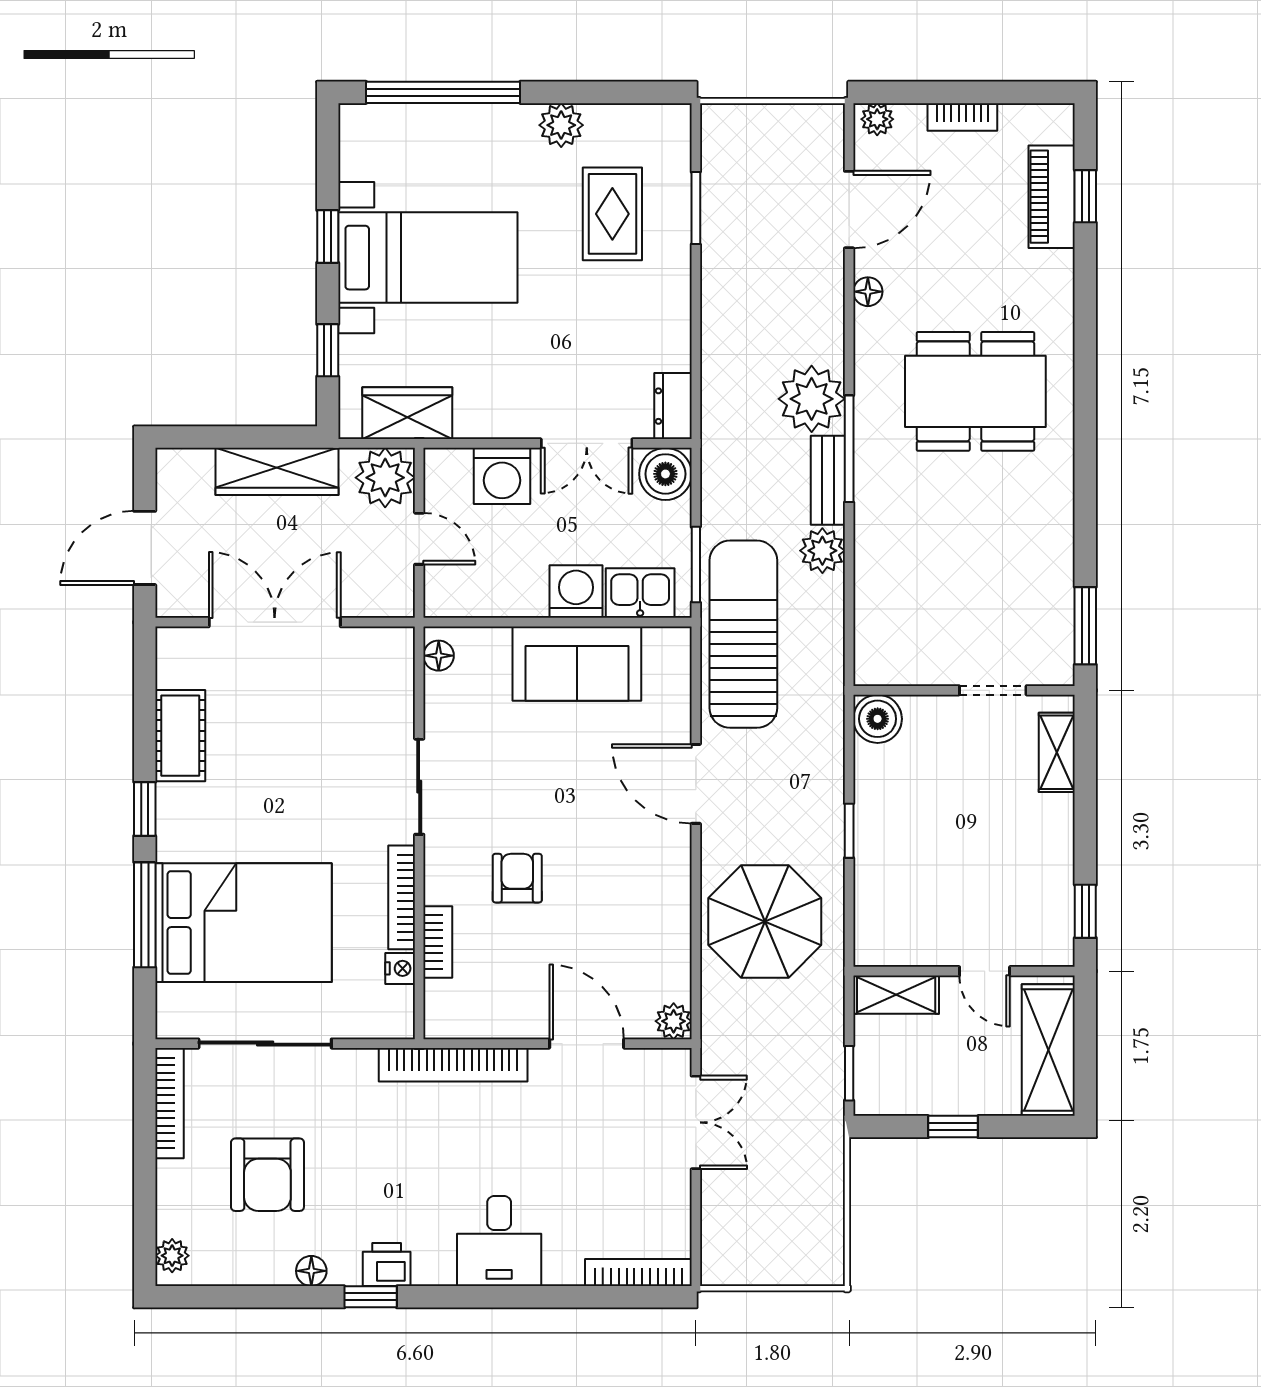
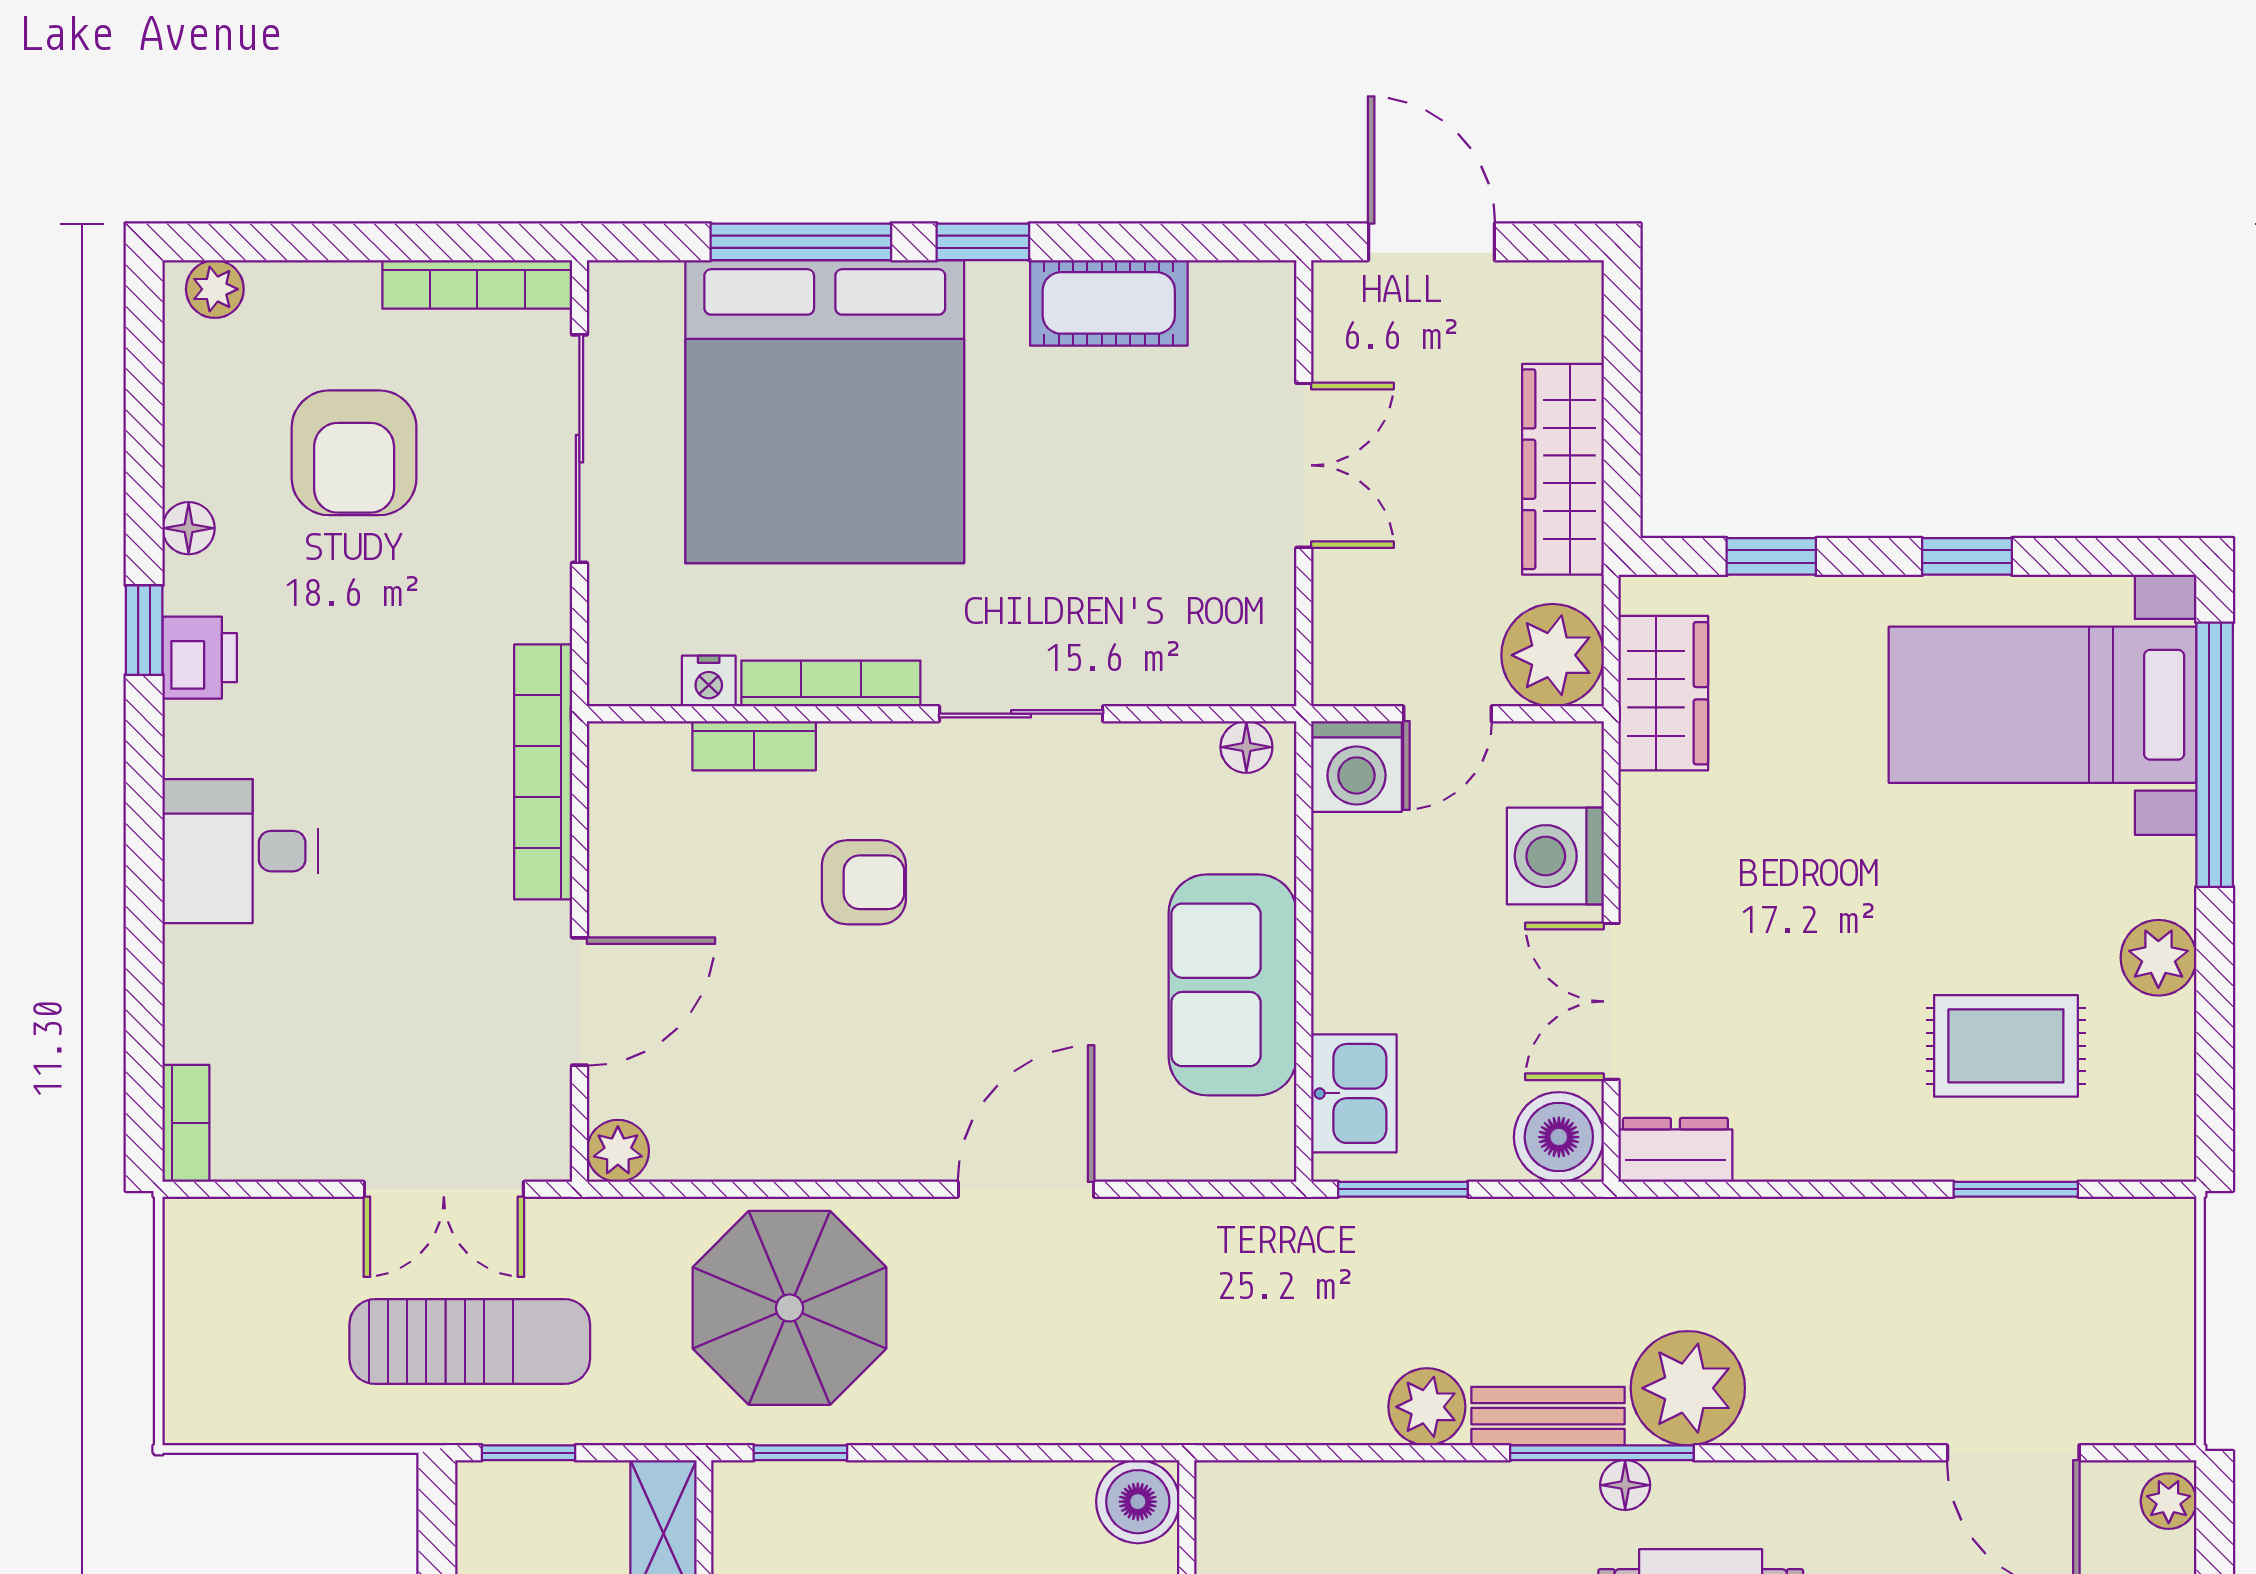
bed with nightstands: (428, 258) -> (2043, 705), moved, turned 90
floor lamp: (868, 292) -> (1625, 1485), moved
washing machine: (576, 592) -> (1356, 766), moved, turned 90
double door: (275, 622) -> (1304, 465), width x0.73
sun lounger: (743, 634) -> (470, 1342), moved, width x0.73, depth x0.75
window: (849, 831) -> (800, 1453), moved
bed: (243, 923) -> (825, 412), width x1.36
armchair: (267, 1175) -> (354, 453), turned -90
bookcase: (638, 1273) -> (186, 1123), width x0.64

